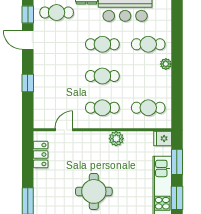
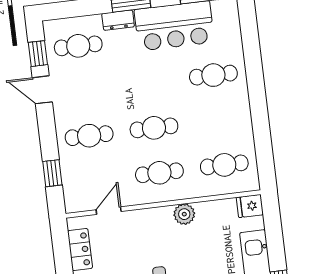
cafe table: (102, 44) -> (89, 136), moved
plant: (166, 64) -> (242, 100), removed
window: (28, 83) -> (52, 173), moved
window: (177, 162) -> (274, 236), removed

